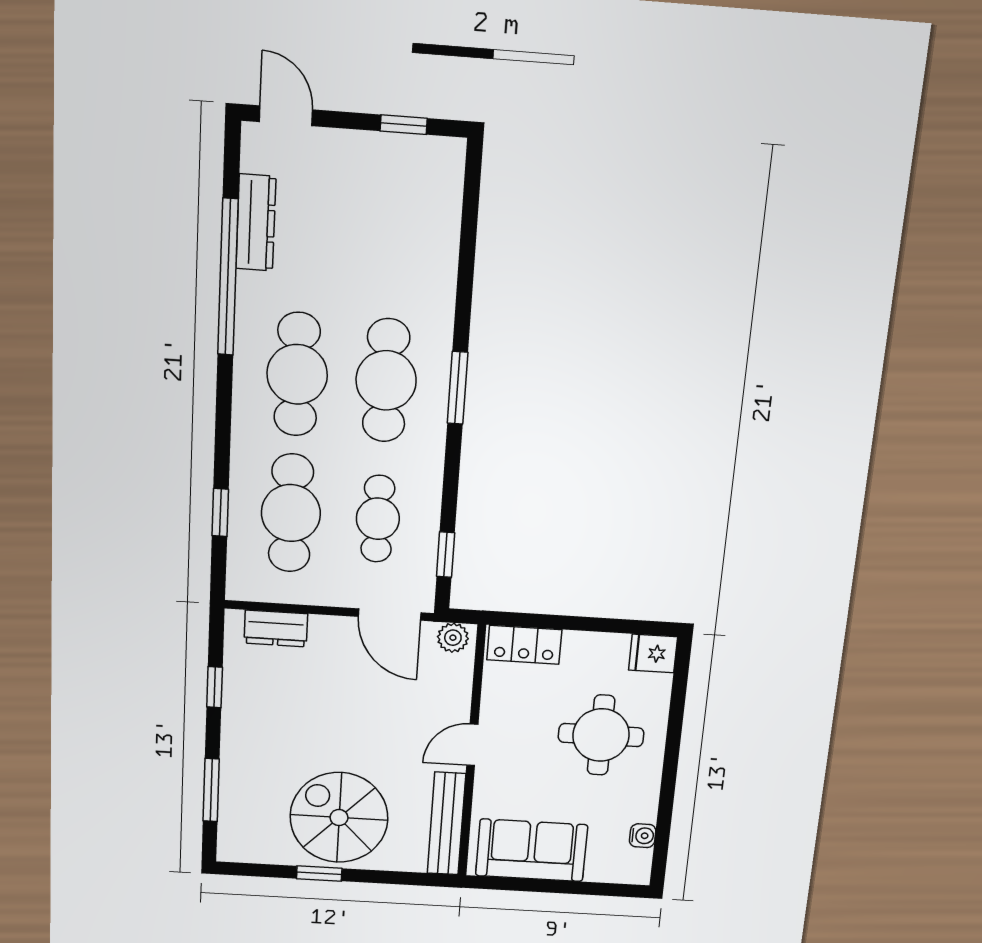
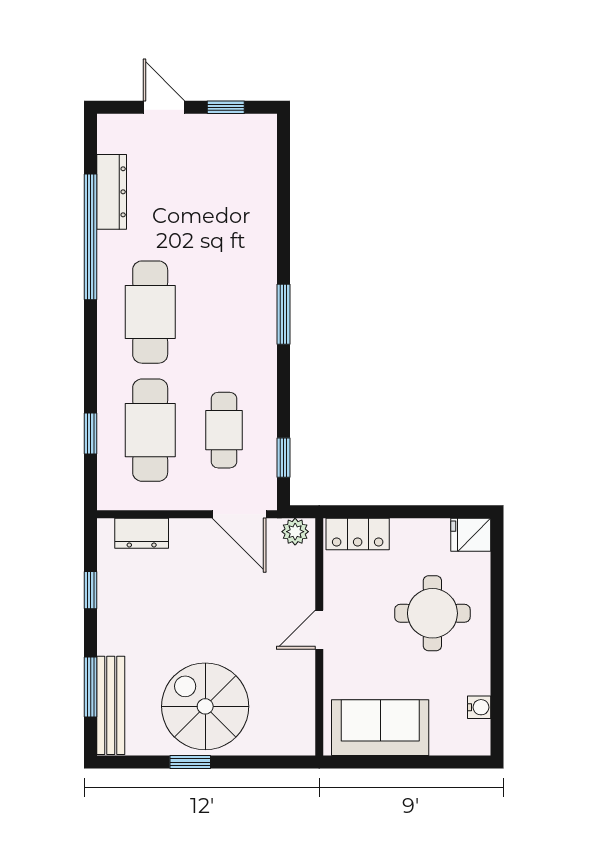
door: (286, 116) -> (164, 107), moved
cafe table: (386, 380) -> (224, 312), removed
bench: (446, 824) -> (111, 705), moved

